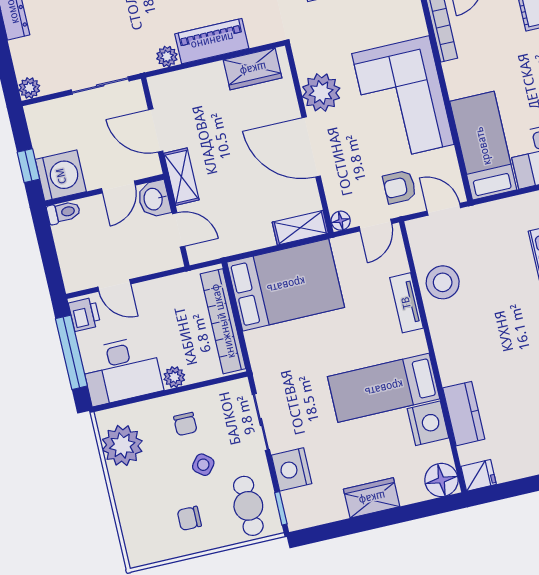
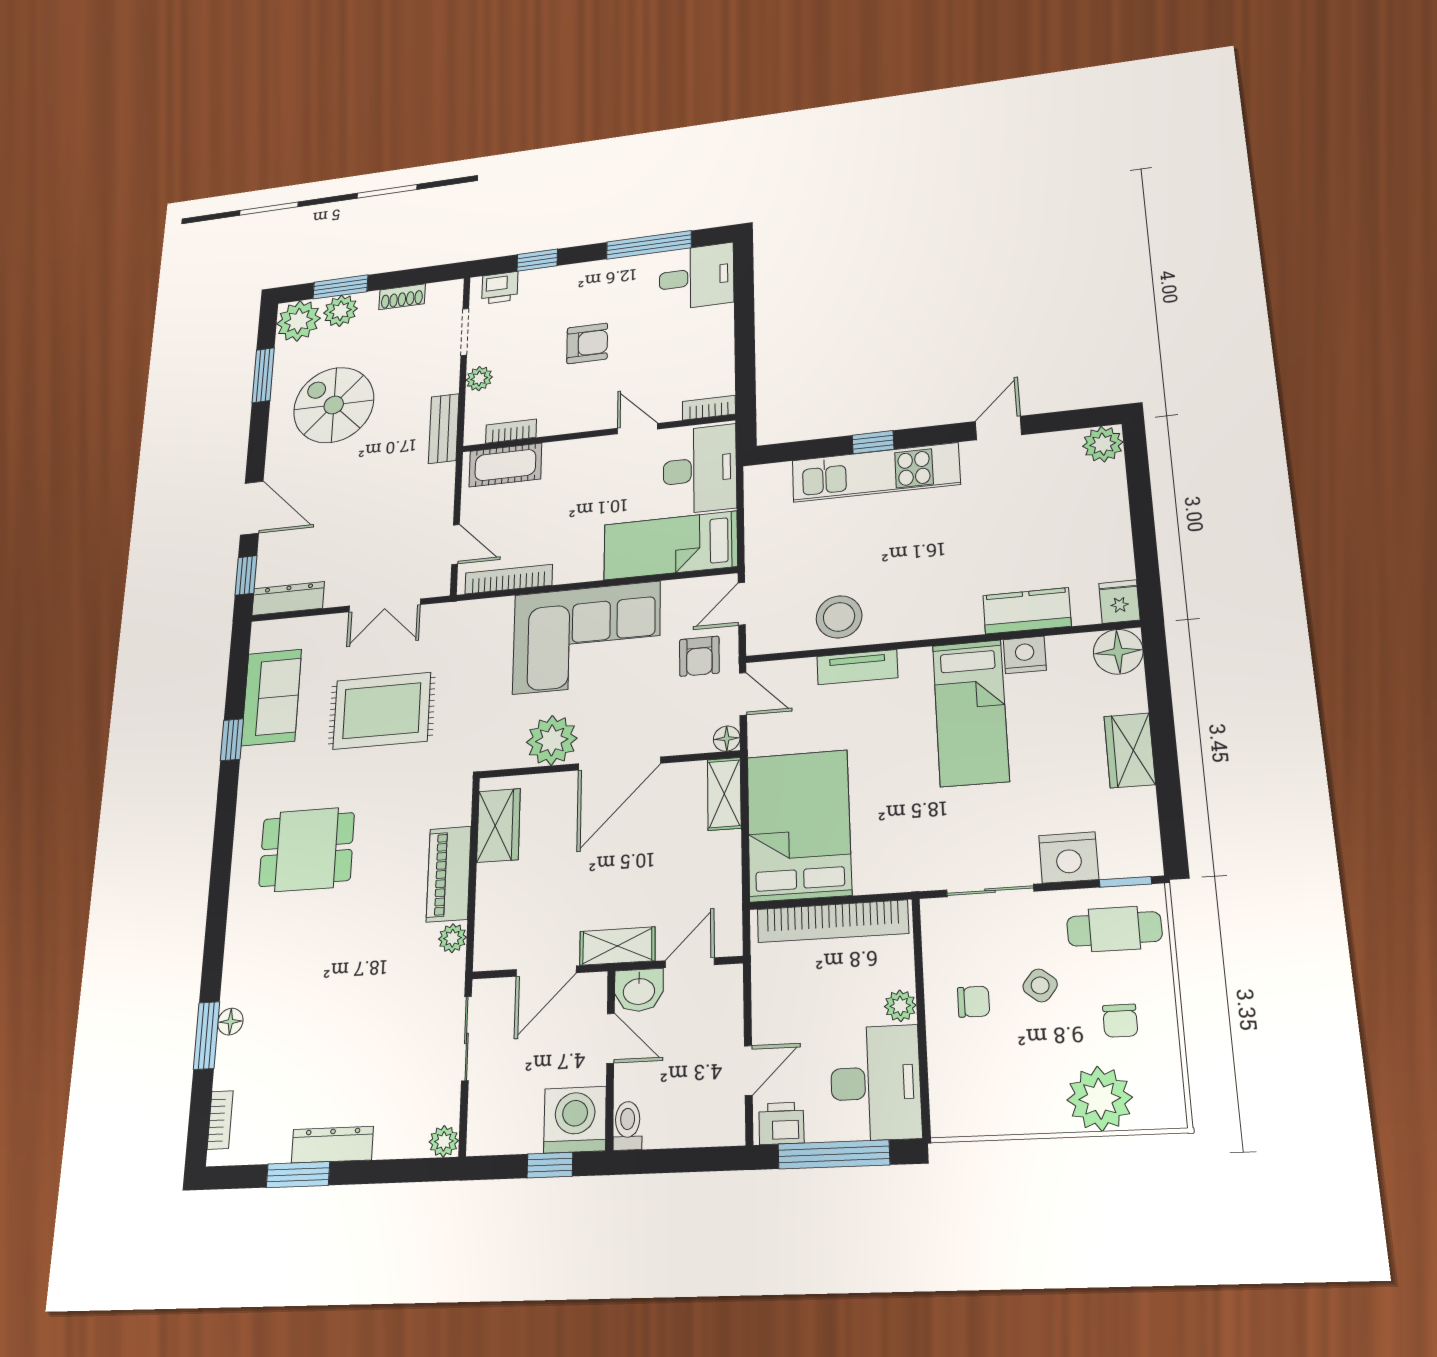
nightstand: (428, 423) -> (1025, 655), width x0.74, depth x0.75
plant: (122, 445) -> (1100, 1099), moved

